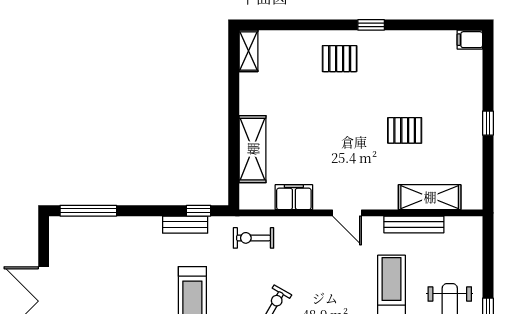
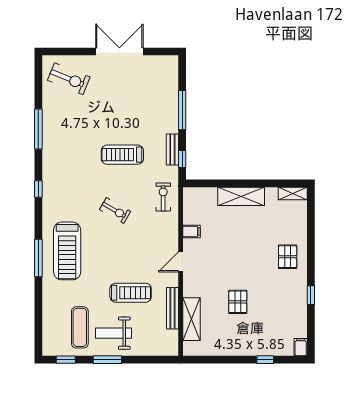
window: (371, 25) -> (311, 295), moved
window: (488, 123) -> (265, 360), moved
shelving: (253, 149) -> (241, 196), moved
filing cabinet: (294, 197) -> (191, 232), width x0.50
window: (88, 211) -> (182, 110), moved

